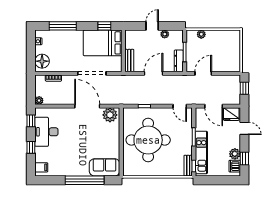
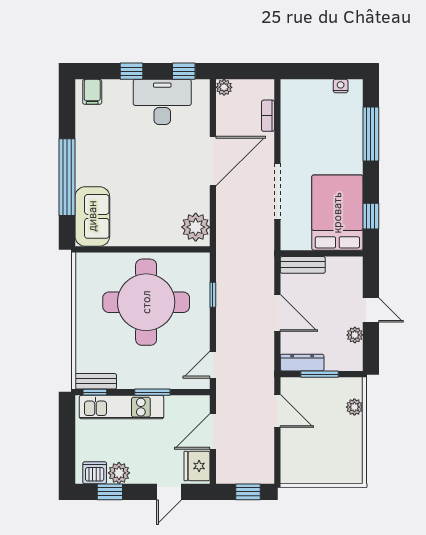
floor lamp: (42, 61) -> (301, 93), removed
door: (87, 106) -> (213, 161), moved

